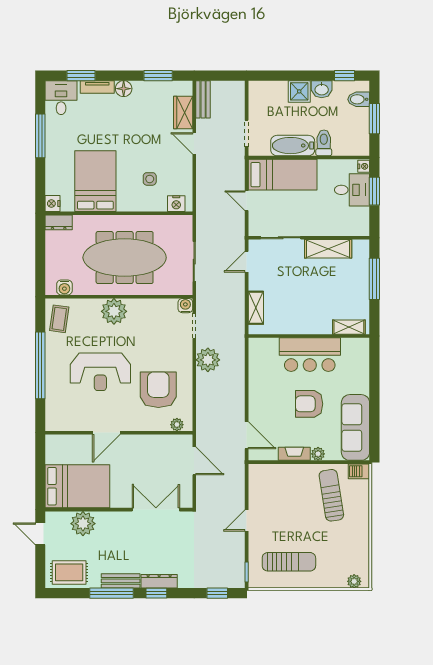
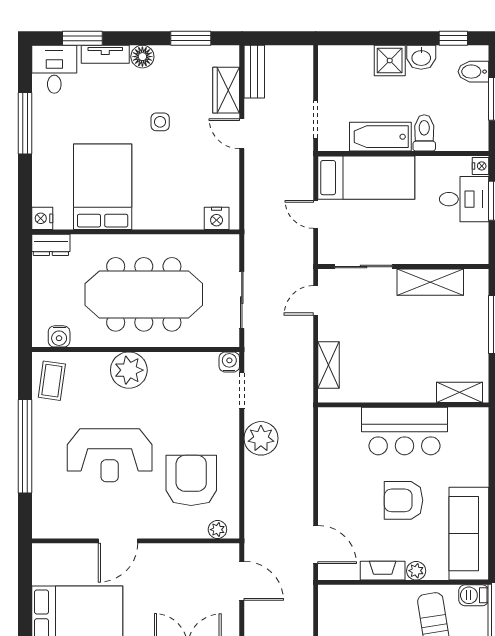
side table: (150, 179) -> (160, 122), moved

